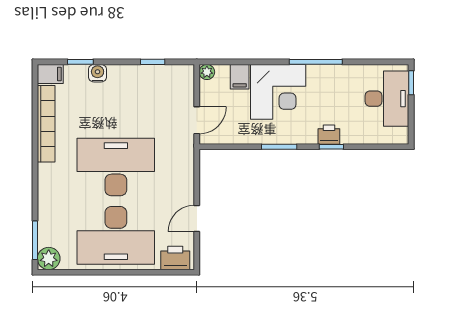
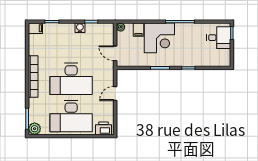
water cooler: (98, 73) -> (80, 28), moved
desk: (387, 99) -> (219, 38), width x0.73
door: (197, 120) -> (115, 53), swing flipped
bookcase: (46, 124) -> (33, 77), moved
printer: (329, 135) -> (187, 61), removed
desk: (116, 167) -> (71, 79), turned 180
door: (197, 218) -> (115, 93), moved

